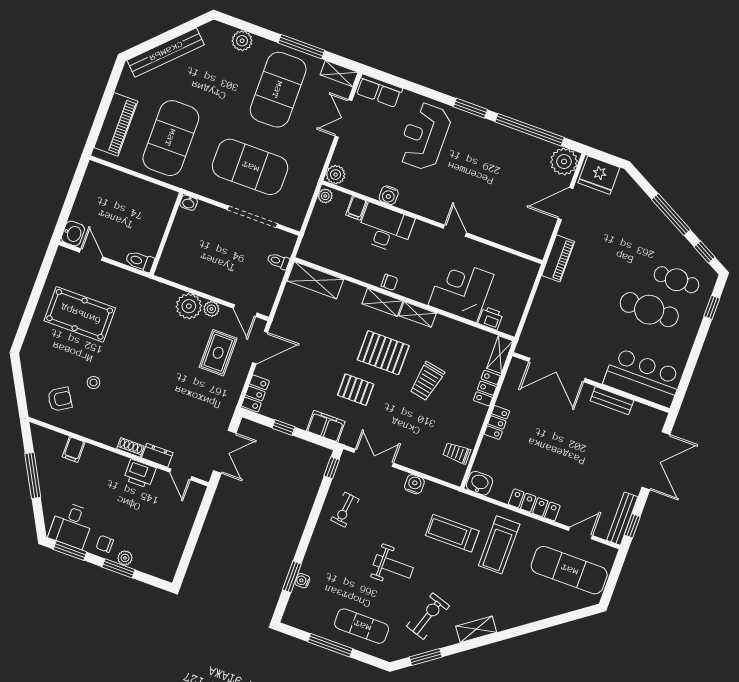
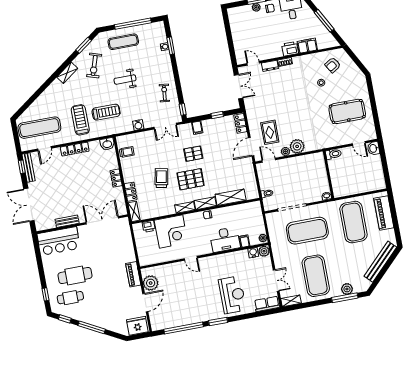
window: (301, 47) -> (345, 298), moved
plant: (564, 162) -> (151, 283), moved
water cooler: (389, 195) -> (253, 253), moved
shelving: (315, 280) -> (231, 197), moved
filing cabinet: (326, 426) -> (197, 128), width x0.50
filing cabinet: (74, 449) -> (307, 46), width x2.00
double door: (225, 452) -> (239, 87), swing flipped
printer: (140, 474) -> (290, 49), moved
window: (330, 645) -> (133, 24), width x1.46

